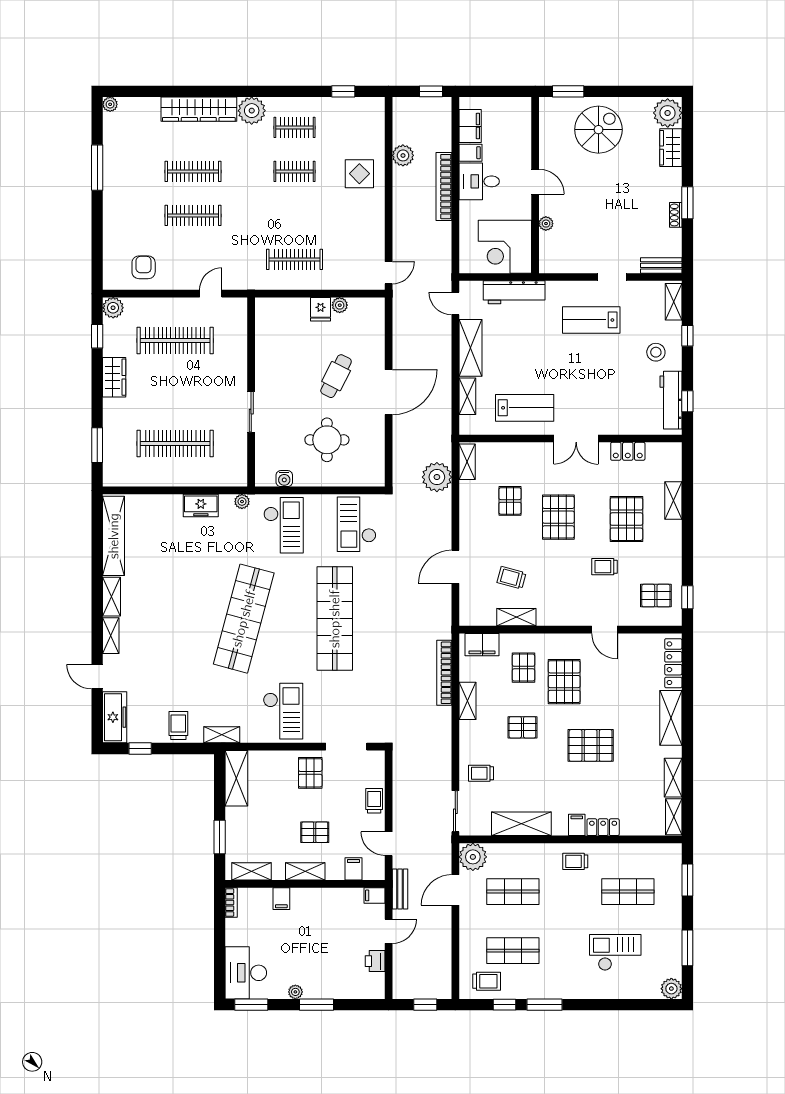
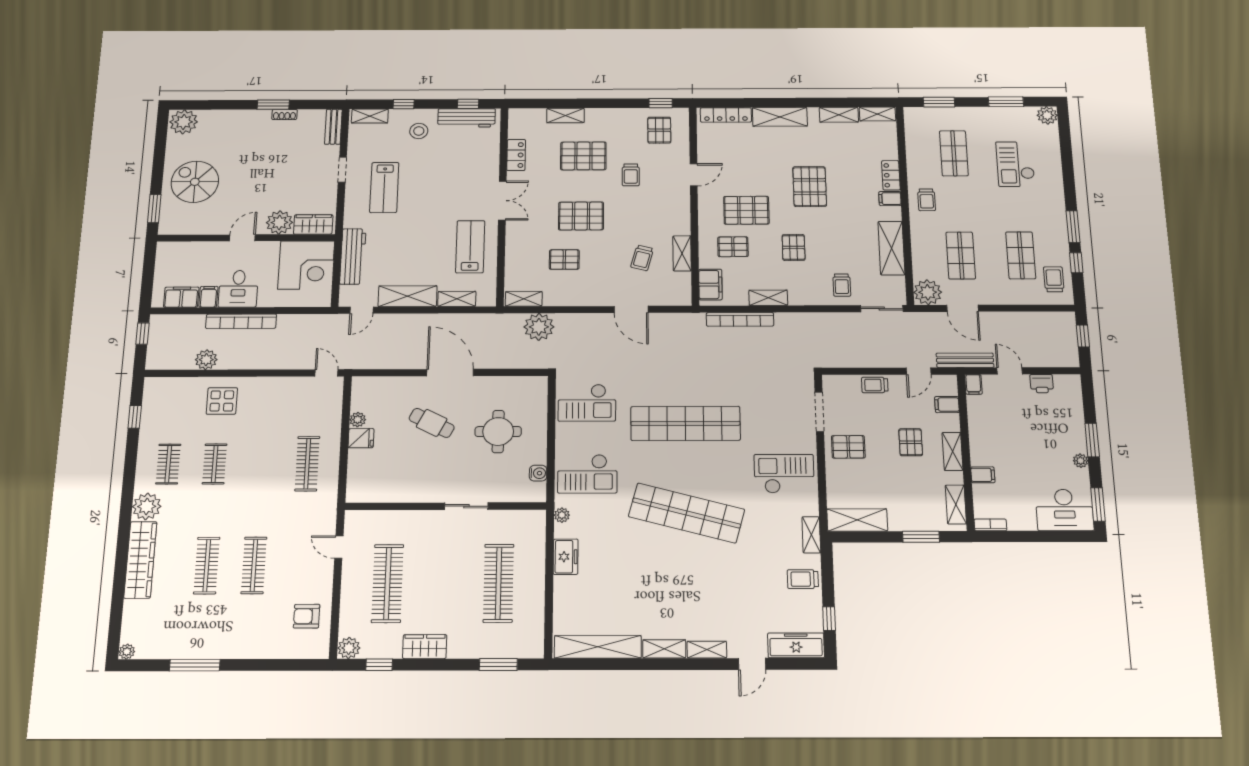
wardrobe: (671, 148) -> (313, 224), moved, turned 180
plant: (546, 224) -> (279, 222), width x1.87, depth x1.87
checkout: (283, 525) -> (587, 474), turned 180
bench: (400, 889) -> (965, 360), width x1.36

